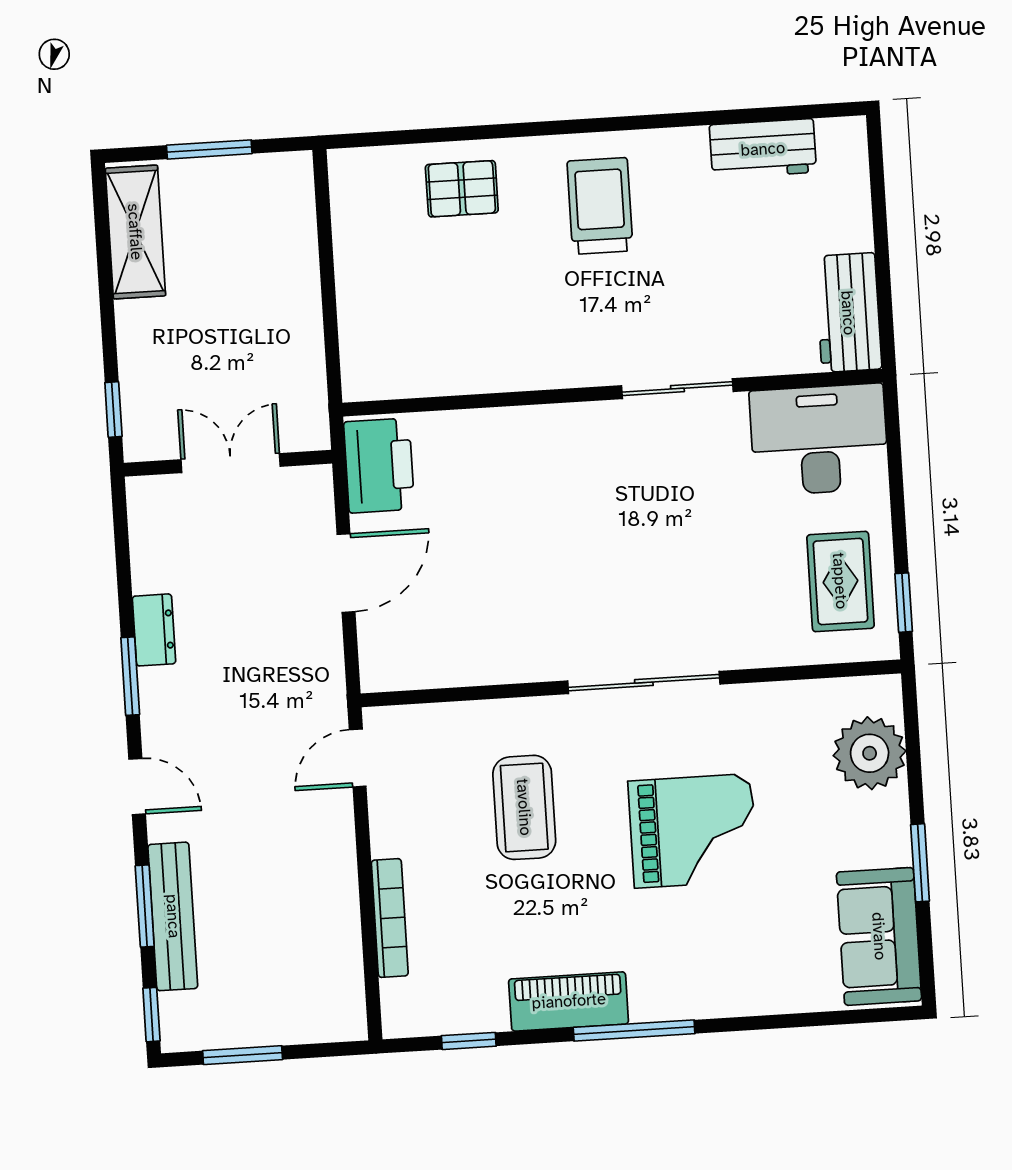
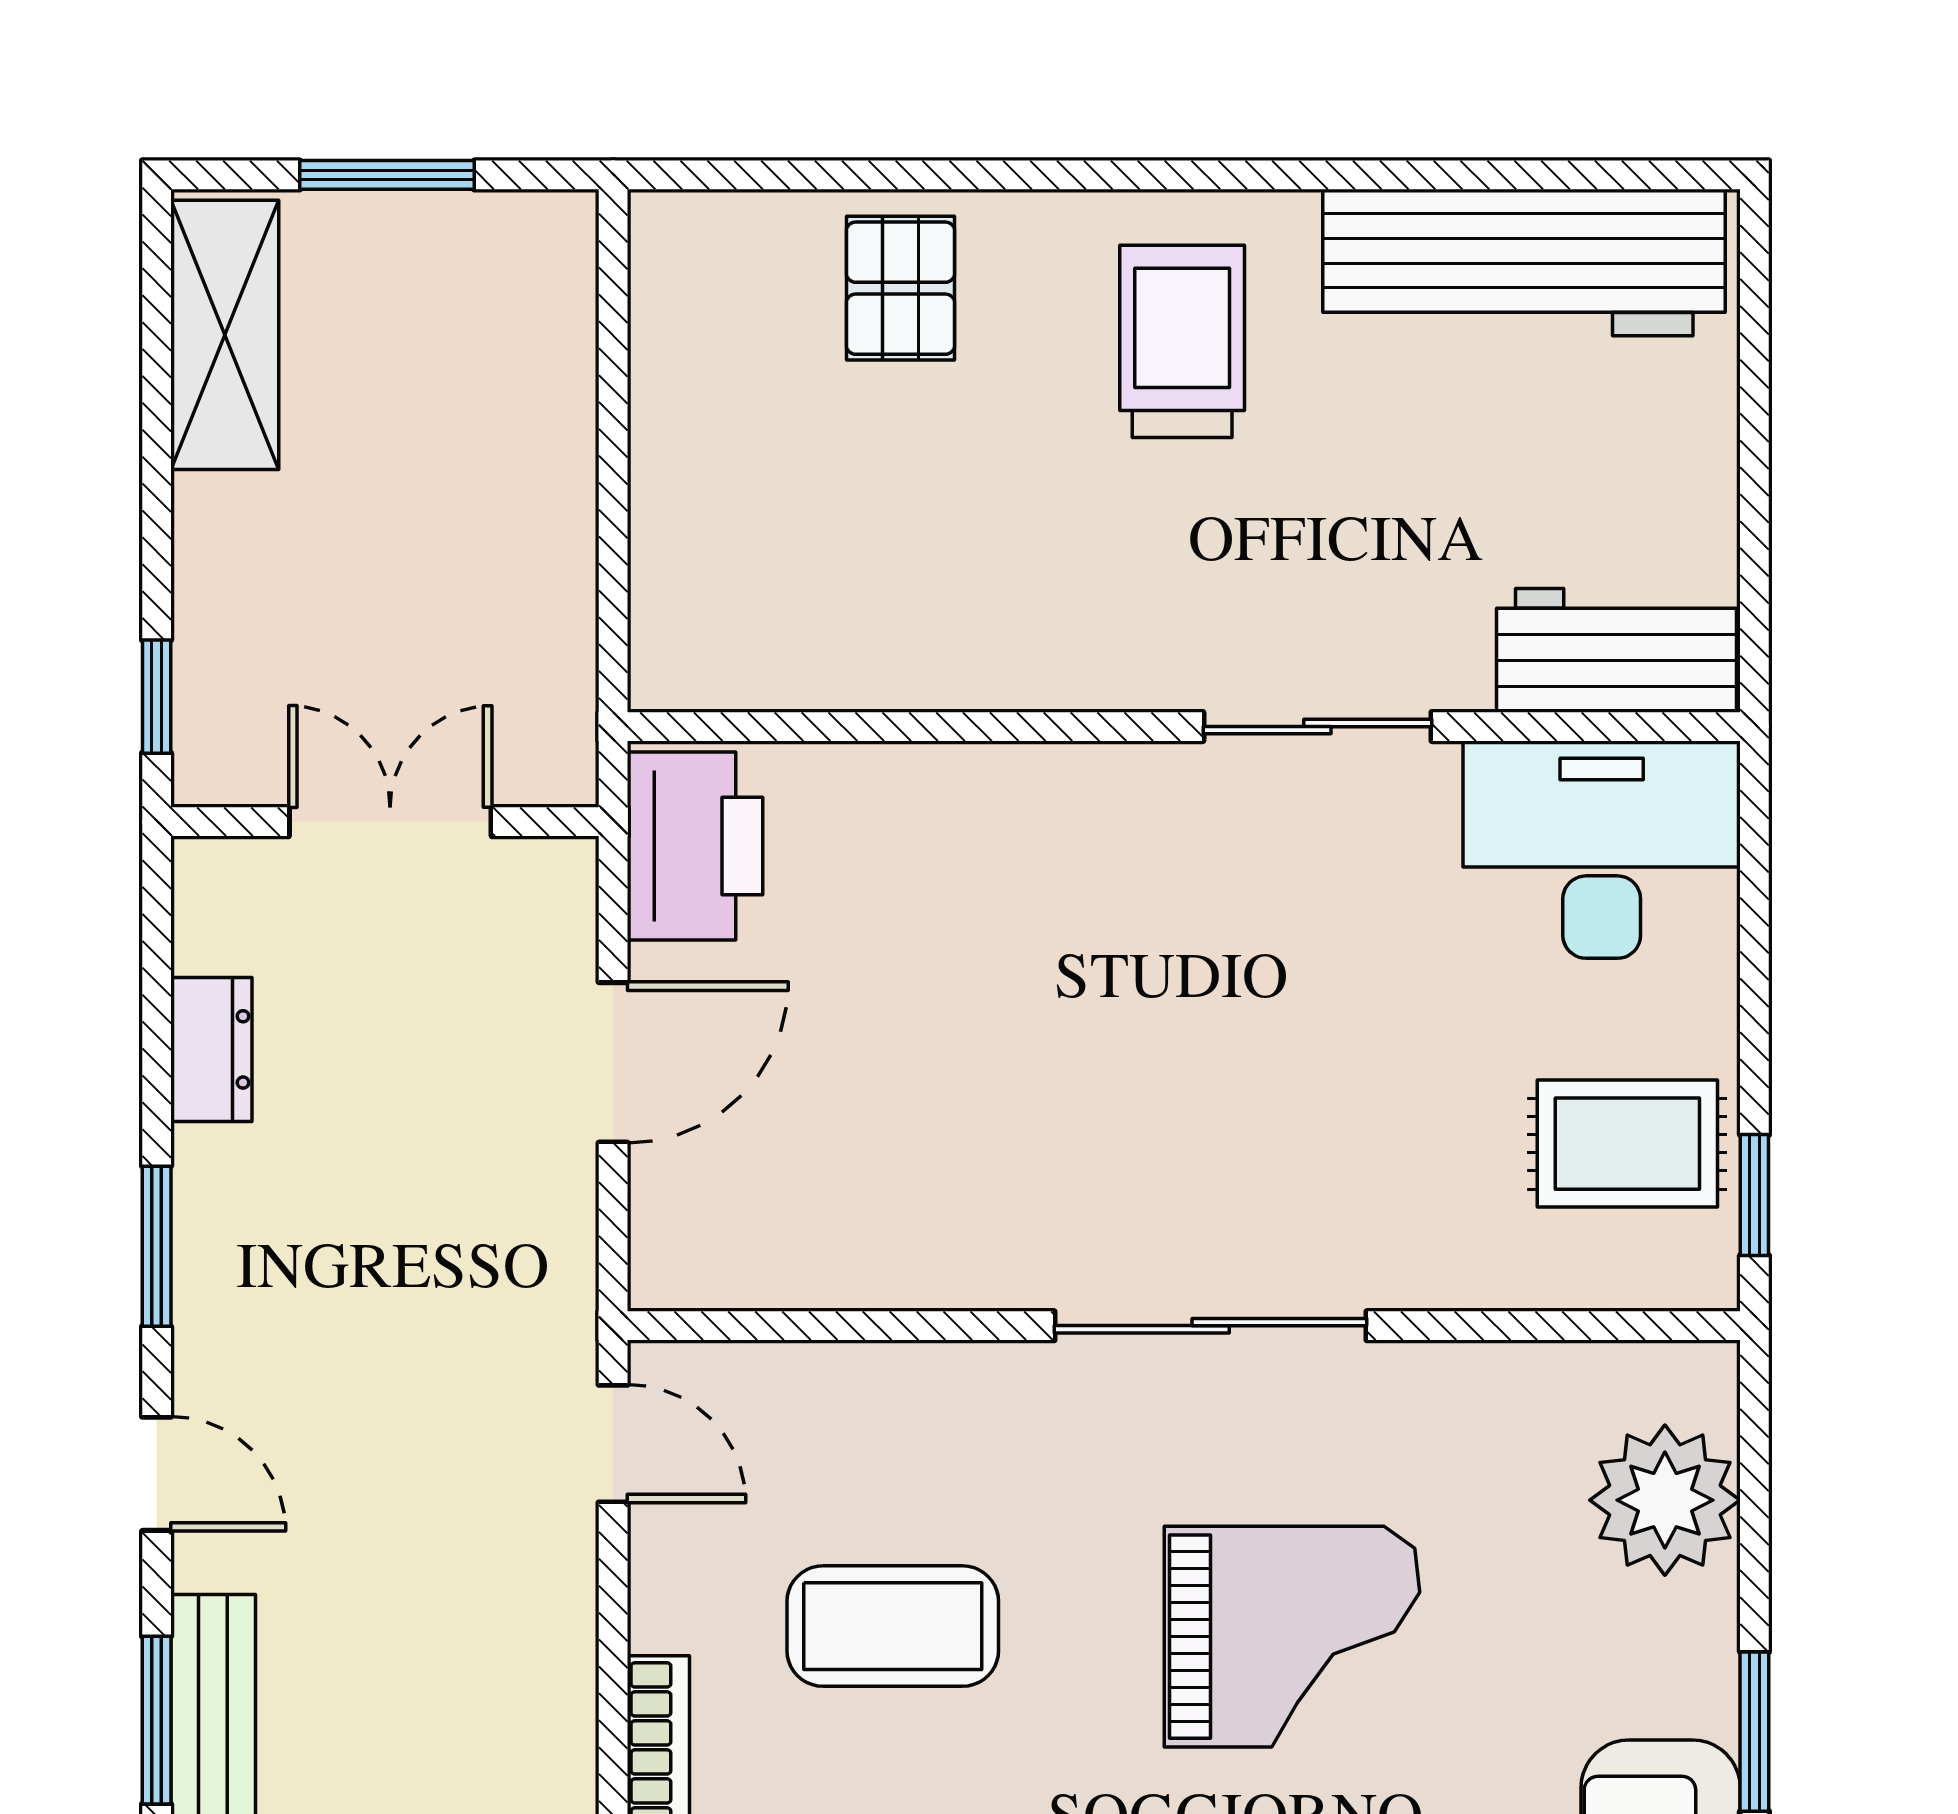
workbench: (763, 149) -> (1524, 262), width x1.88, depth x1.32
pallet: (462, 189) -> (900, 288), turned 90
workbench: (848, 313) -> (1616, 650), moved, turned 90
rug: (840, 581) -> (1627, 1144), turned 90
dresser: (154, 630) -> (211, 1049), moved
door: (358, 758) -> (613, 1444), swing flipped
coffee table: (524, 807) -> (893, 1626), moved, turned 90

